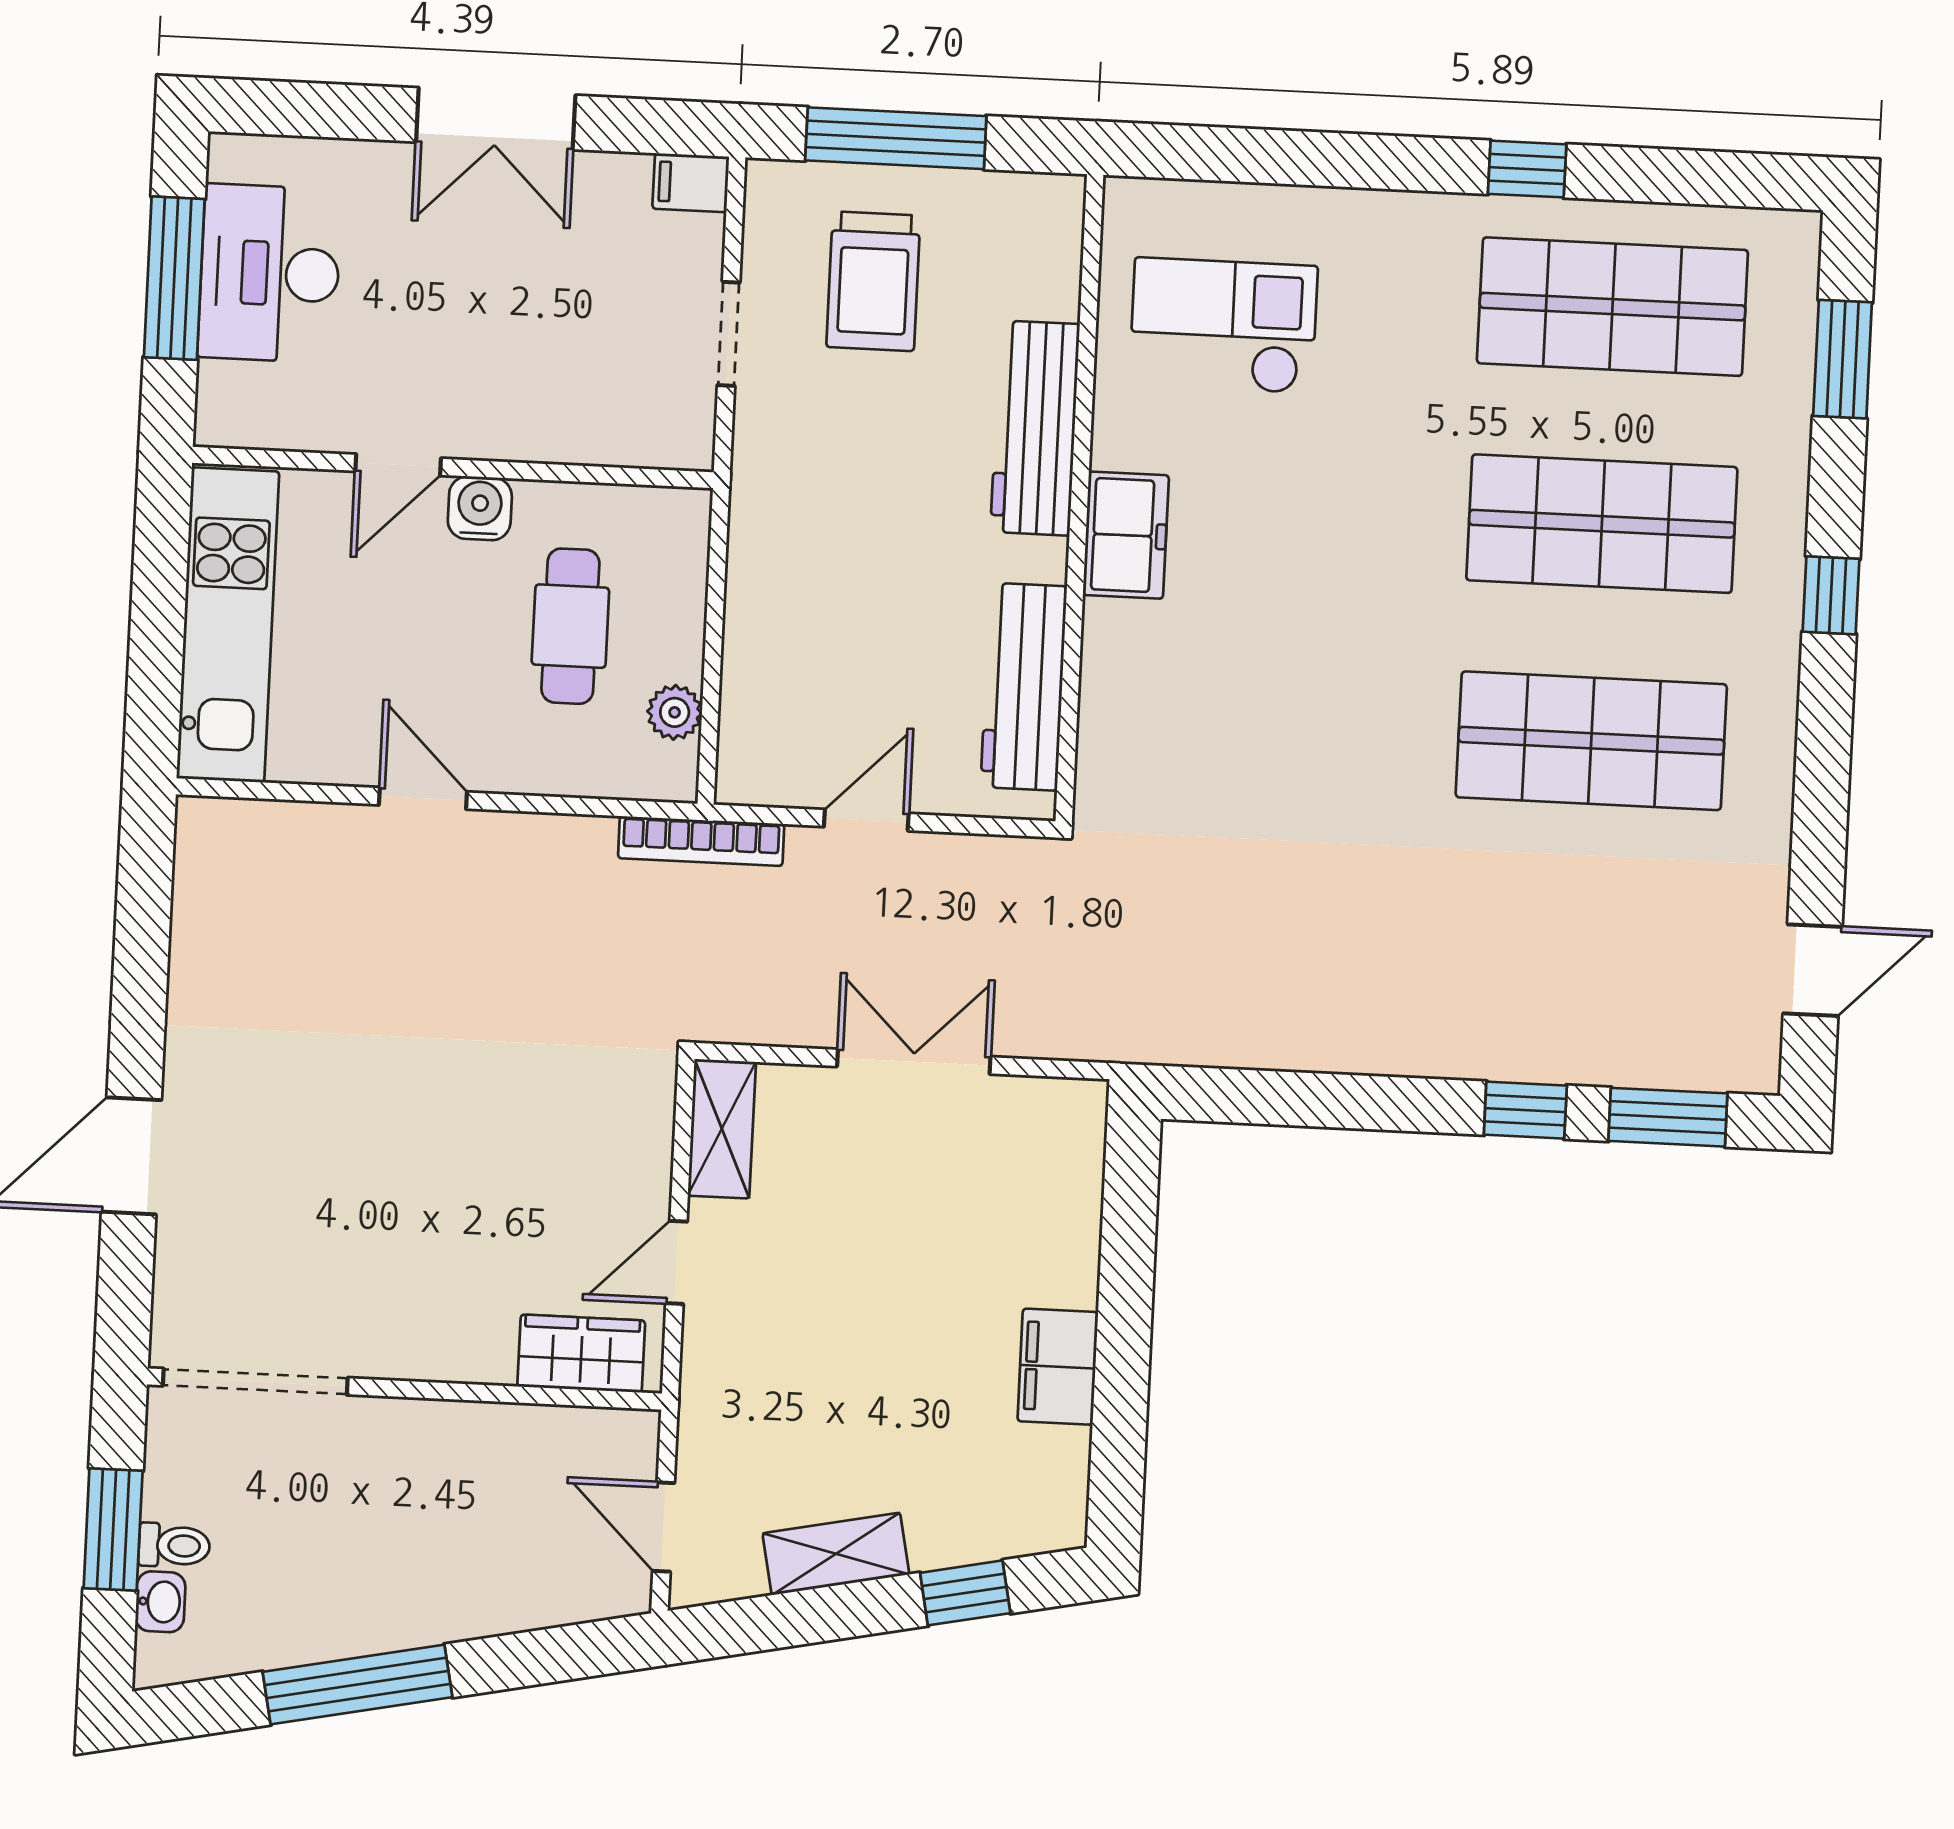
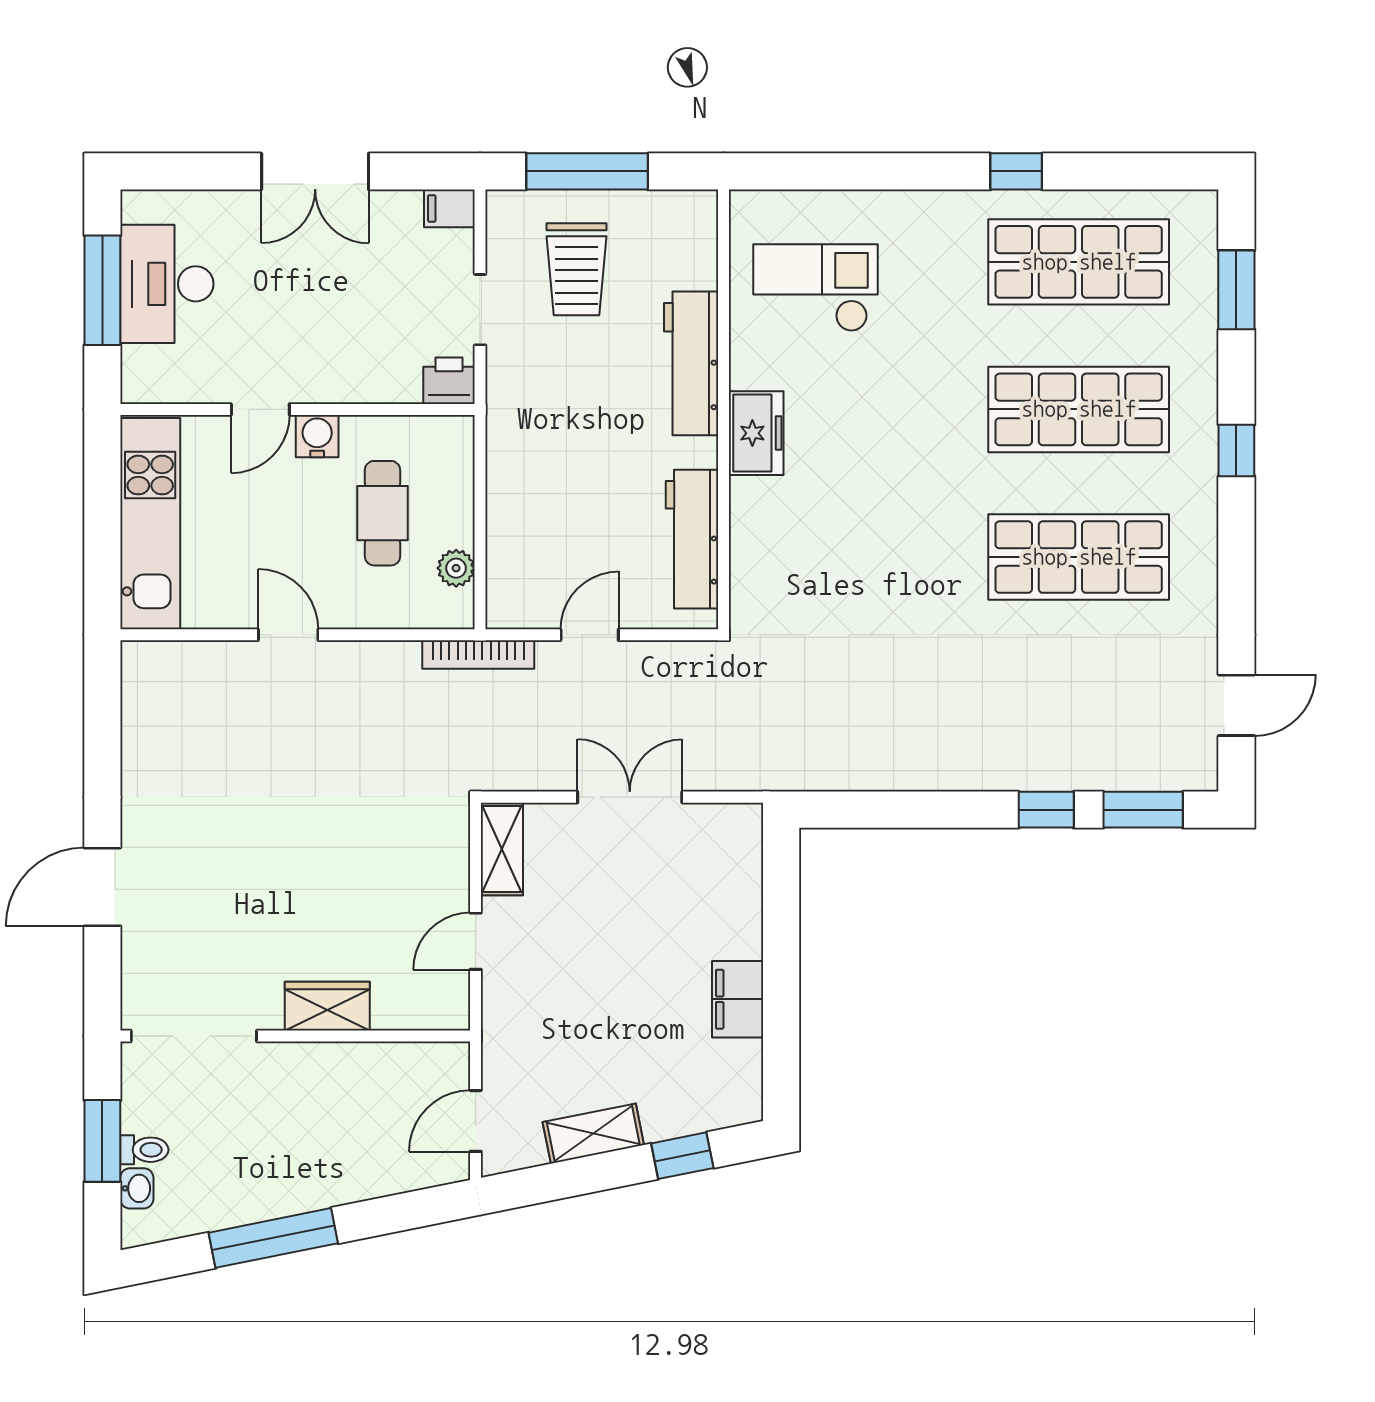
printer: (678, 436) -> (449, 381), added
wardrobe: (581, 1354) -> (327, 1006), moved
door: (664, 1527) -> (476, 1121), hinge flipped

